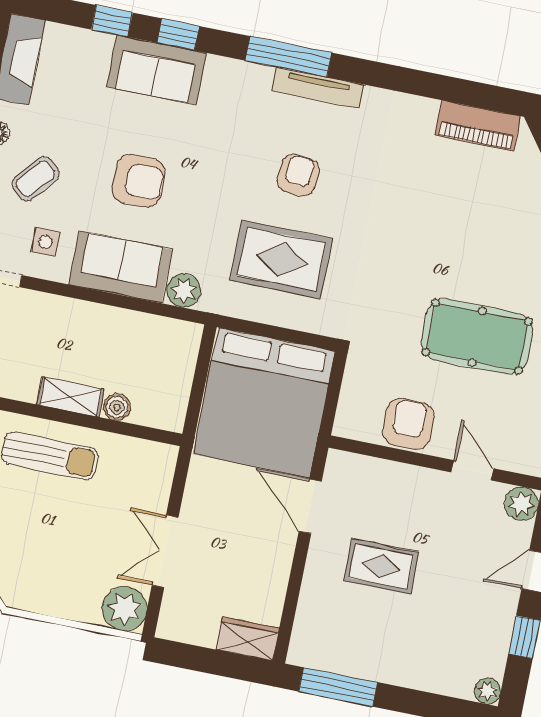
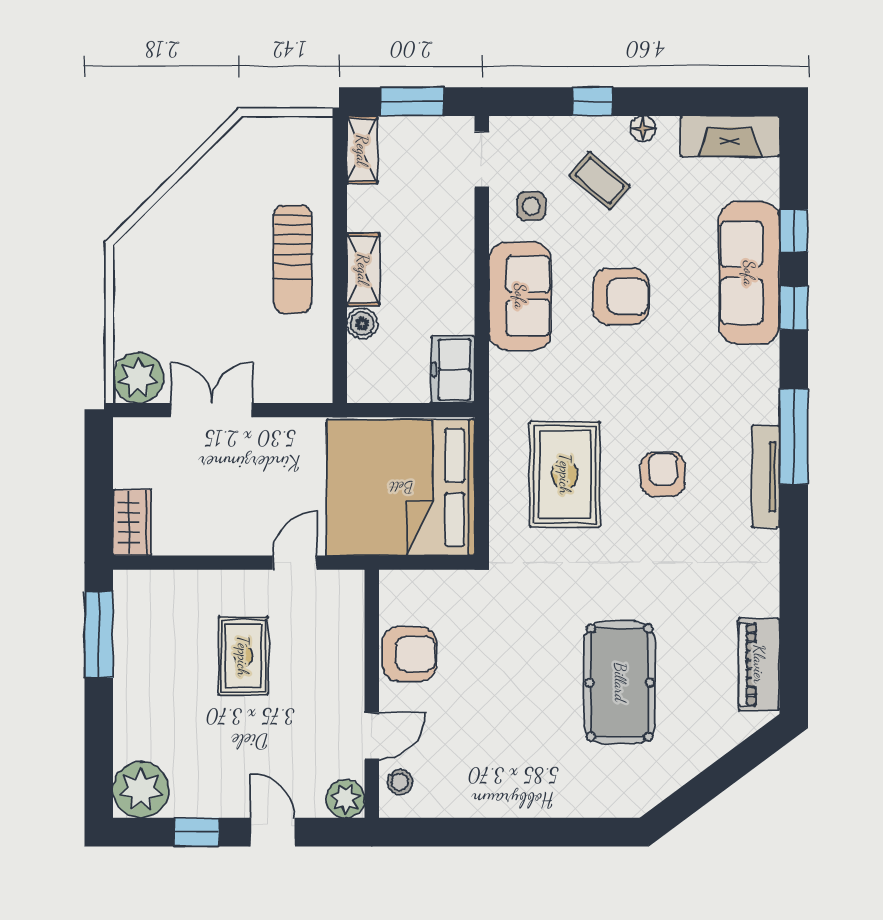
sofa: (156, 70) -> (749, 273), width x1.36
armchair: (298, 175) -> (663, 474), turned -96
armchair: (138, 181) -> (621, 296), turned -90
plant: (184, 291) -> (508, 372), removed
freezer: (172, 337) -> (453, 369), added
pool table: (477, 337) -> (620, 682), moved
stool: (517, 454) -> (400, 782), added
door: (310, 506) -> (295, 563), width x0.73
plant: (488, 691) -> (141, 790), width x1.87, depth x1.87

